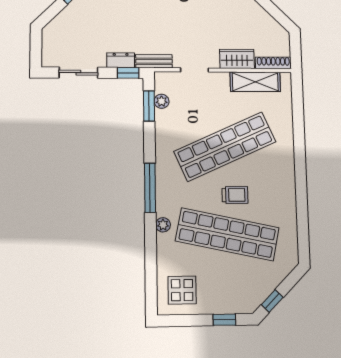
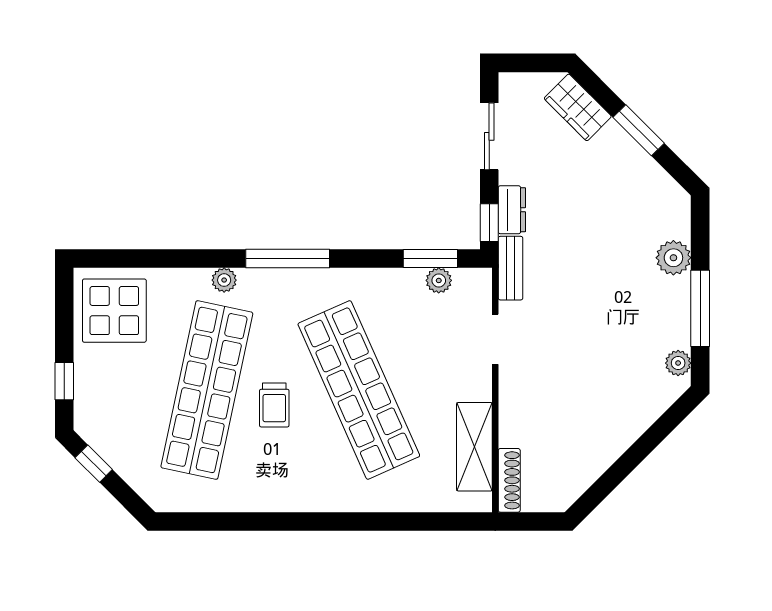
wardrobe: (237, 59) -> (578, 107), moved, turned 135
display table: (182, 290) -> (114, 311), width x1.36, depth x1.36

